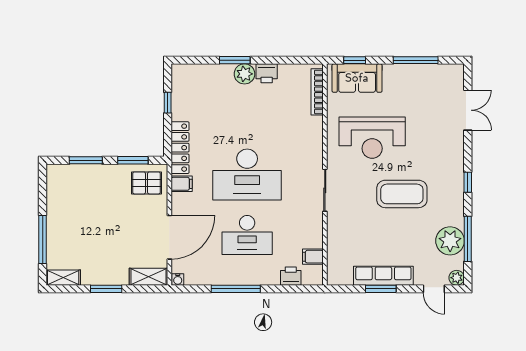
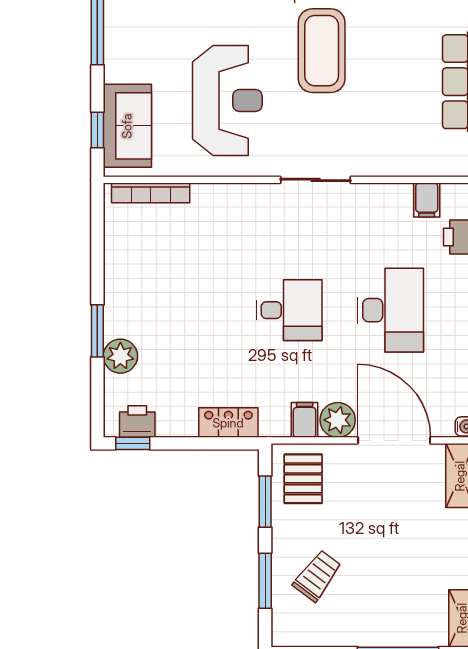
printer: (267, 73) -> (137, 421), moved, turned -90
plant: (244, 74) -> (120, 356), moved
window: (168, 103) -> (133, 443), moved
locker: (180, 148) -> (228, 423), width x0.66
desk: (247, 175) -> (289, 310), width x0.53, depth x0.77
trolley: (89, 191) -> (317, 576), added
plant: (182, 204) -> (338, 420), added

